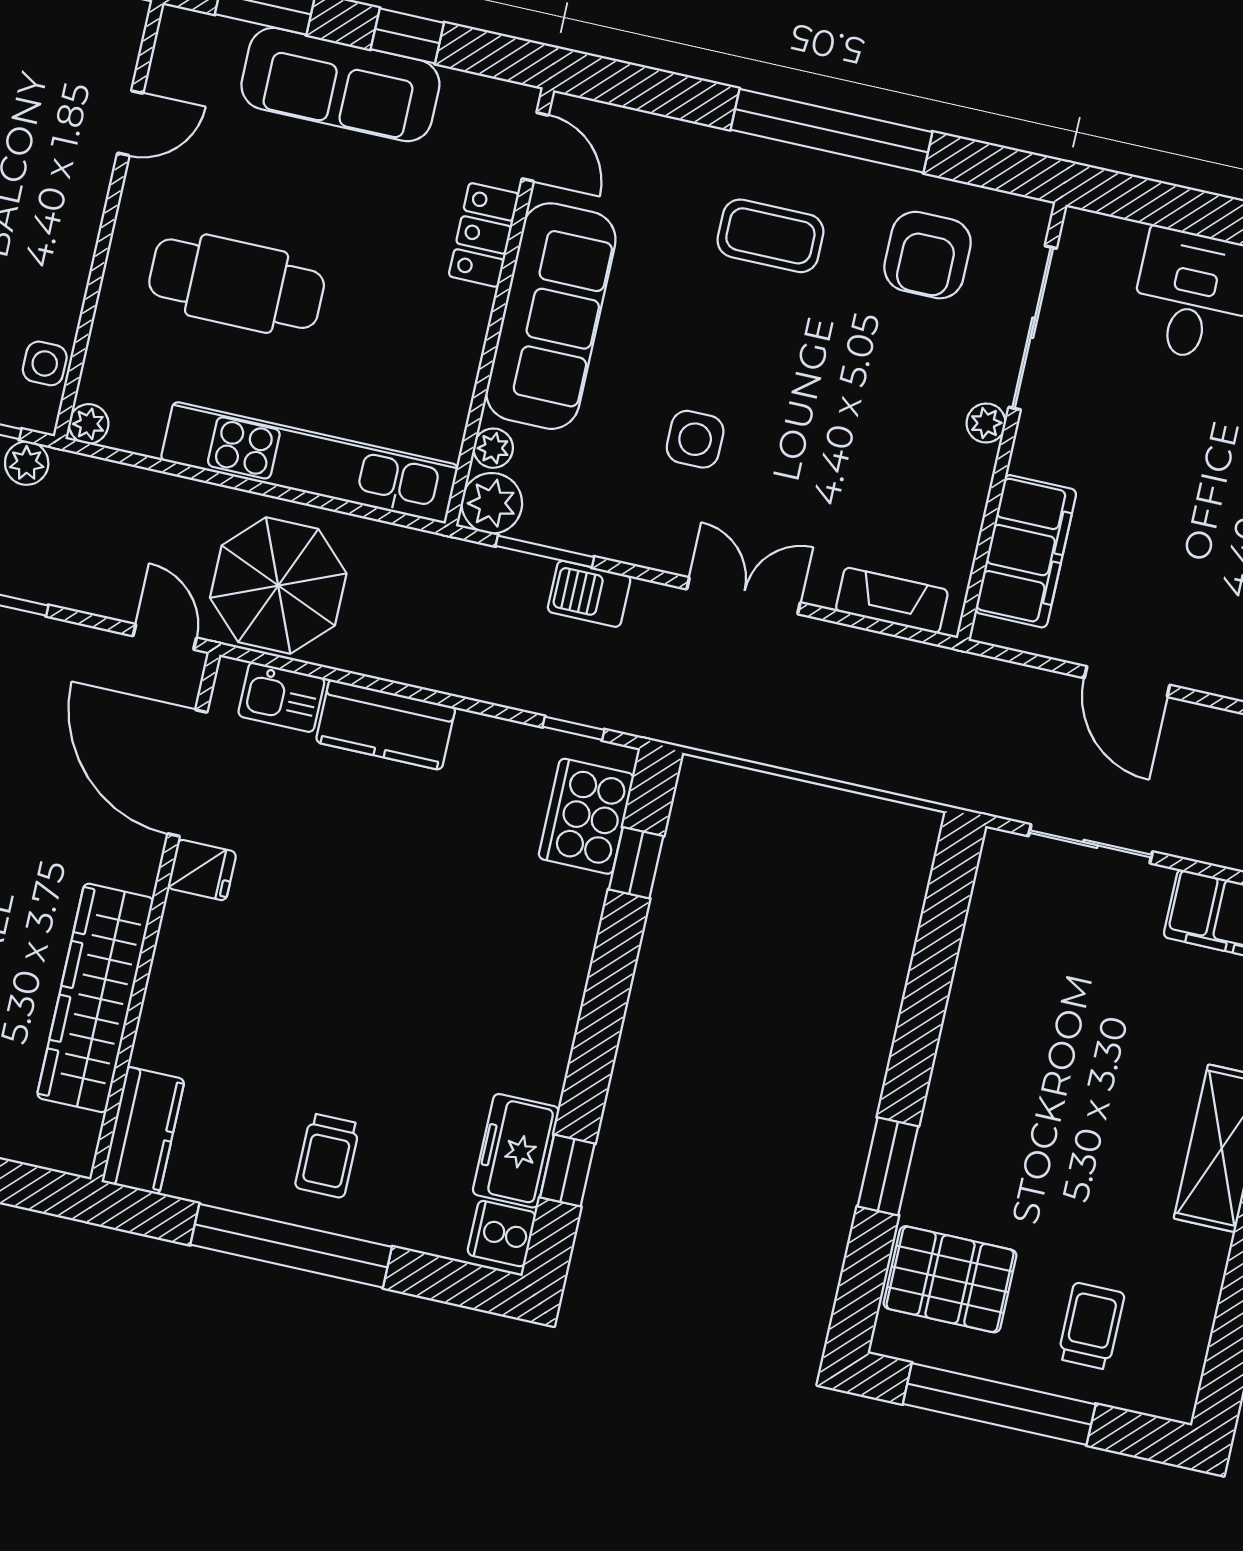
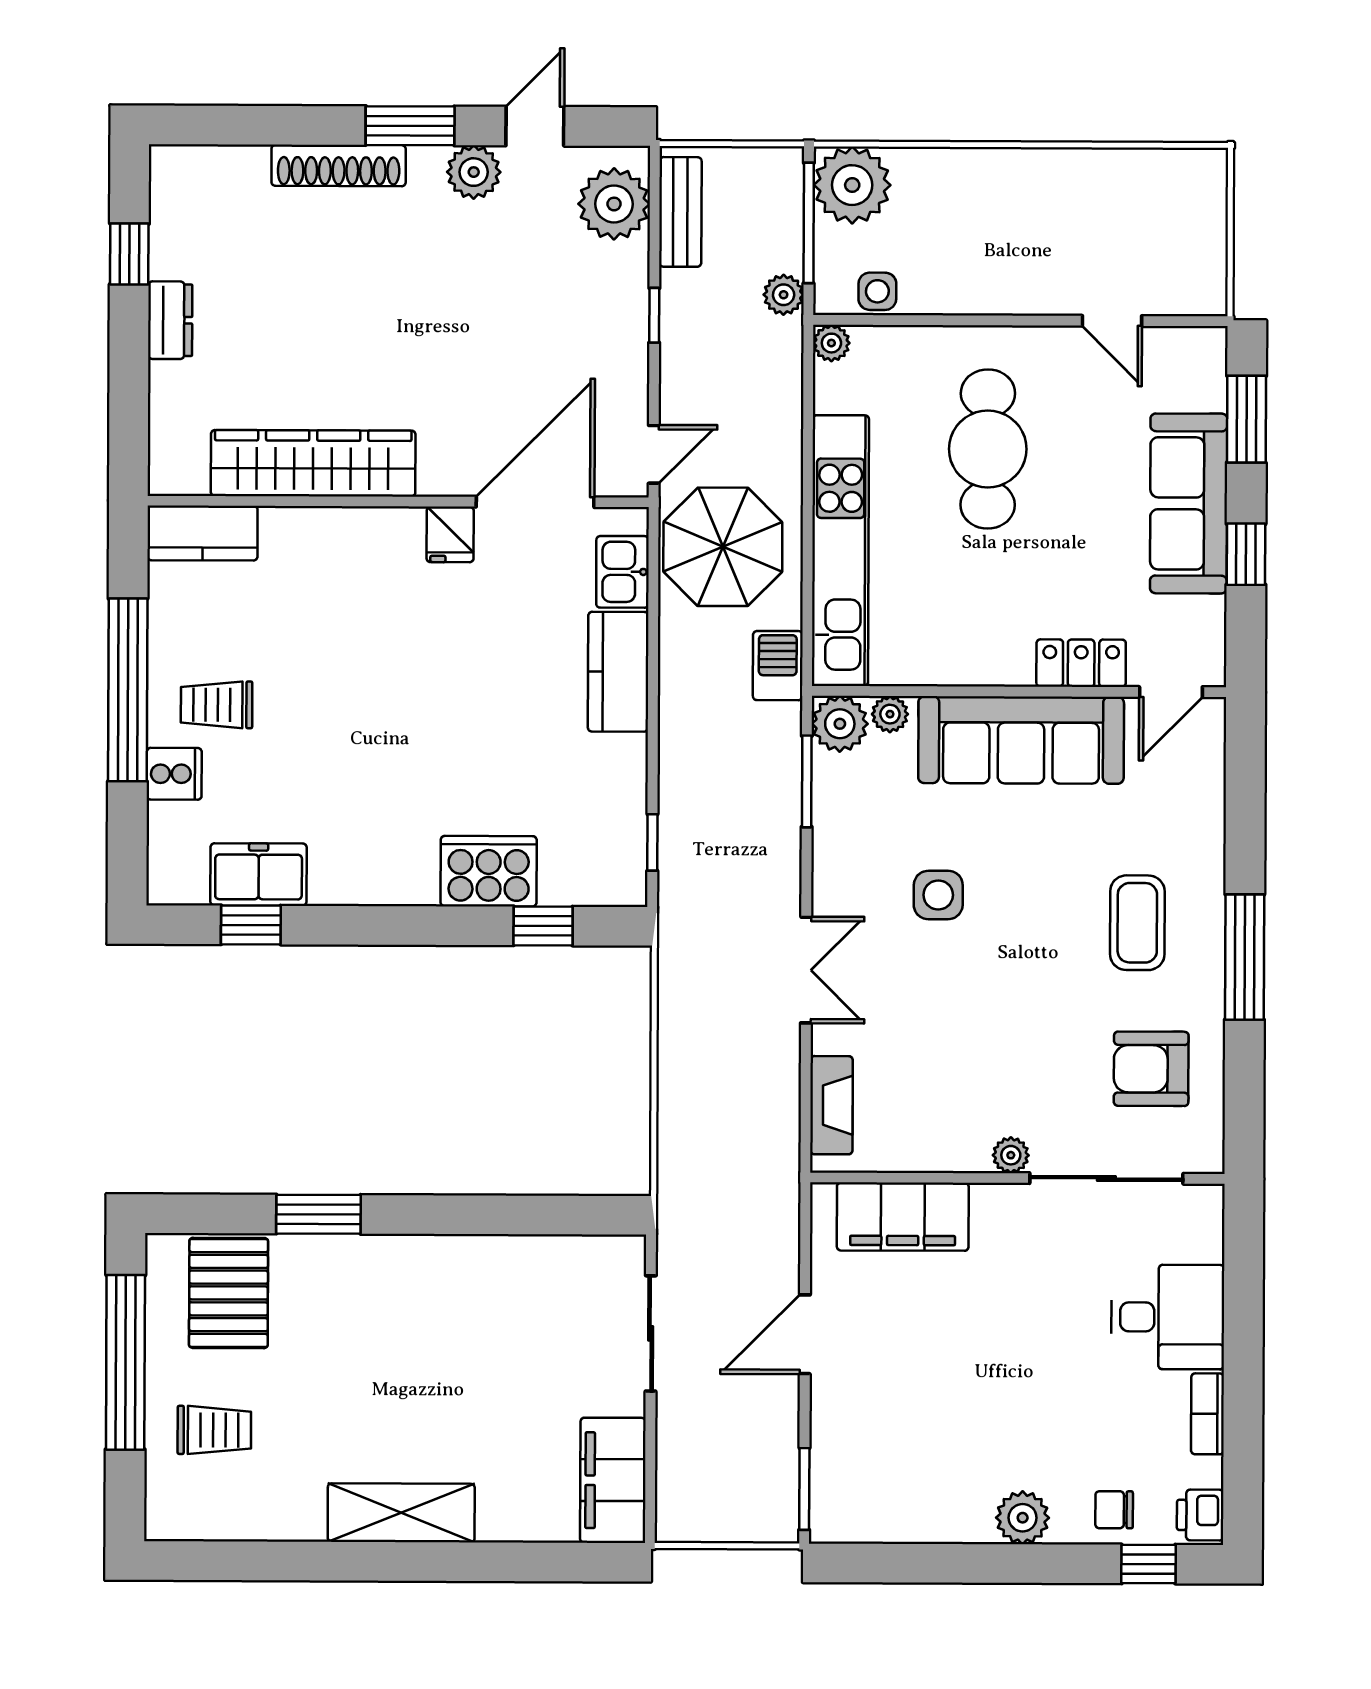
window: (831, 131) -> (1245, 957), width x0.68
barbecue: (589, 594) -> (778, 666), moved
cooker: (586, 816) -> (489, 871), moved
cooker: (502, 1234) -> (174, 774), moved, turned 90

